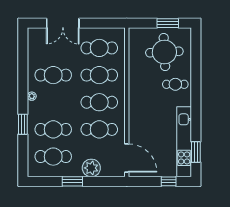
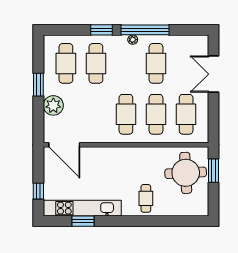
window: (168, 23) -> (213, 171), moved
round table: (164, 52) -> (186, 173), moved
window: (23, 85) -> (145, 30), added
cafe table: (99, 129) -> (96, 114), removed
window: (196, 152) -> (83, 221), moved
door: (127, 158) -> (64, 145), hinge flipped

